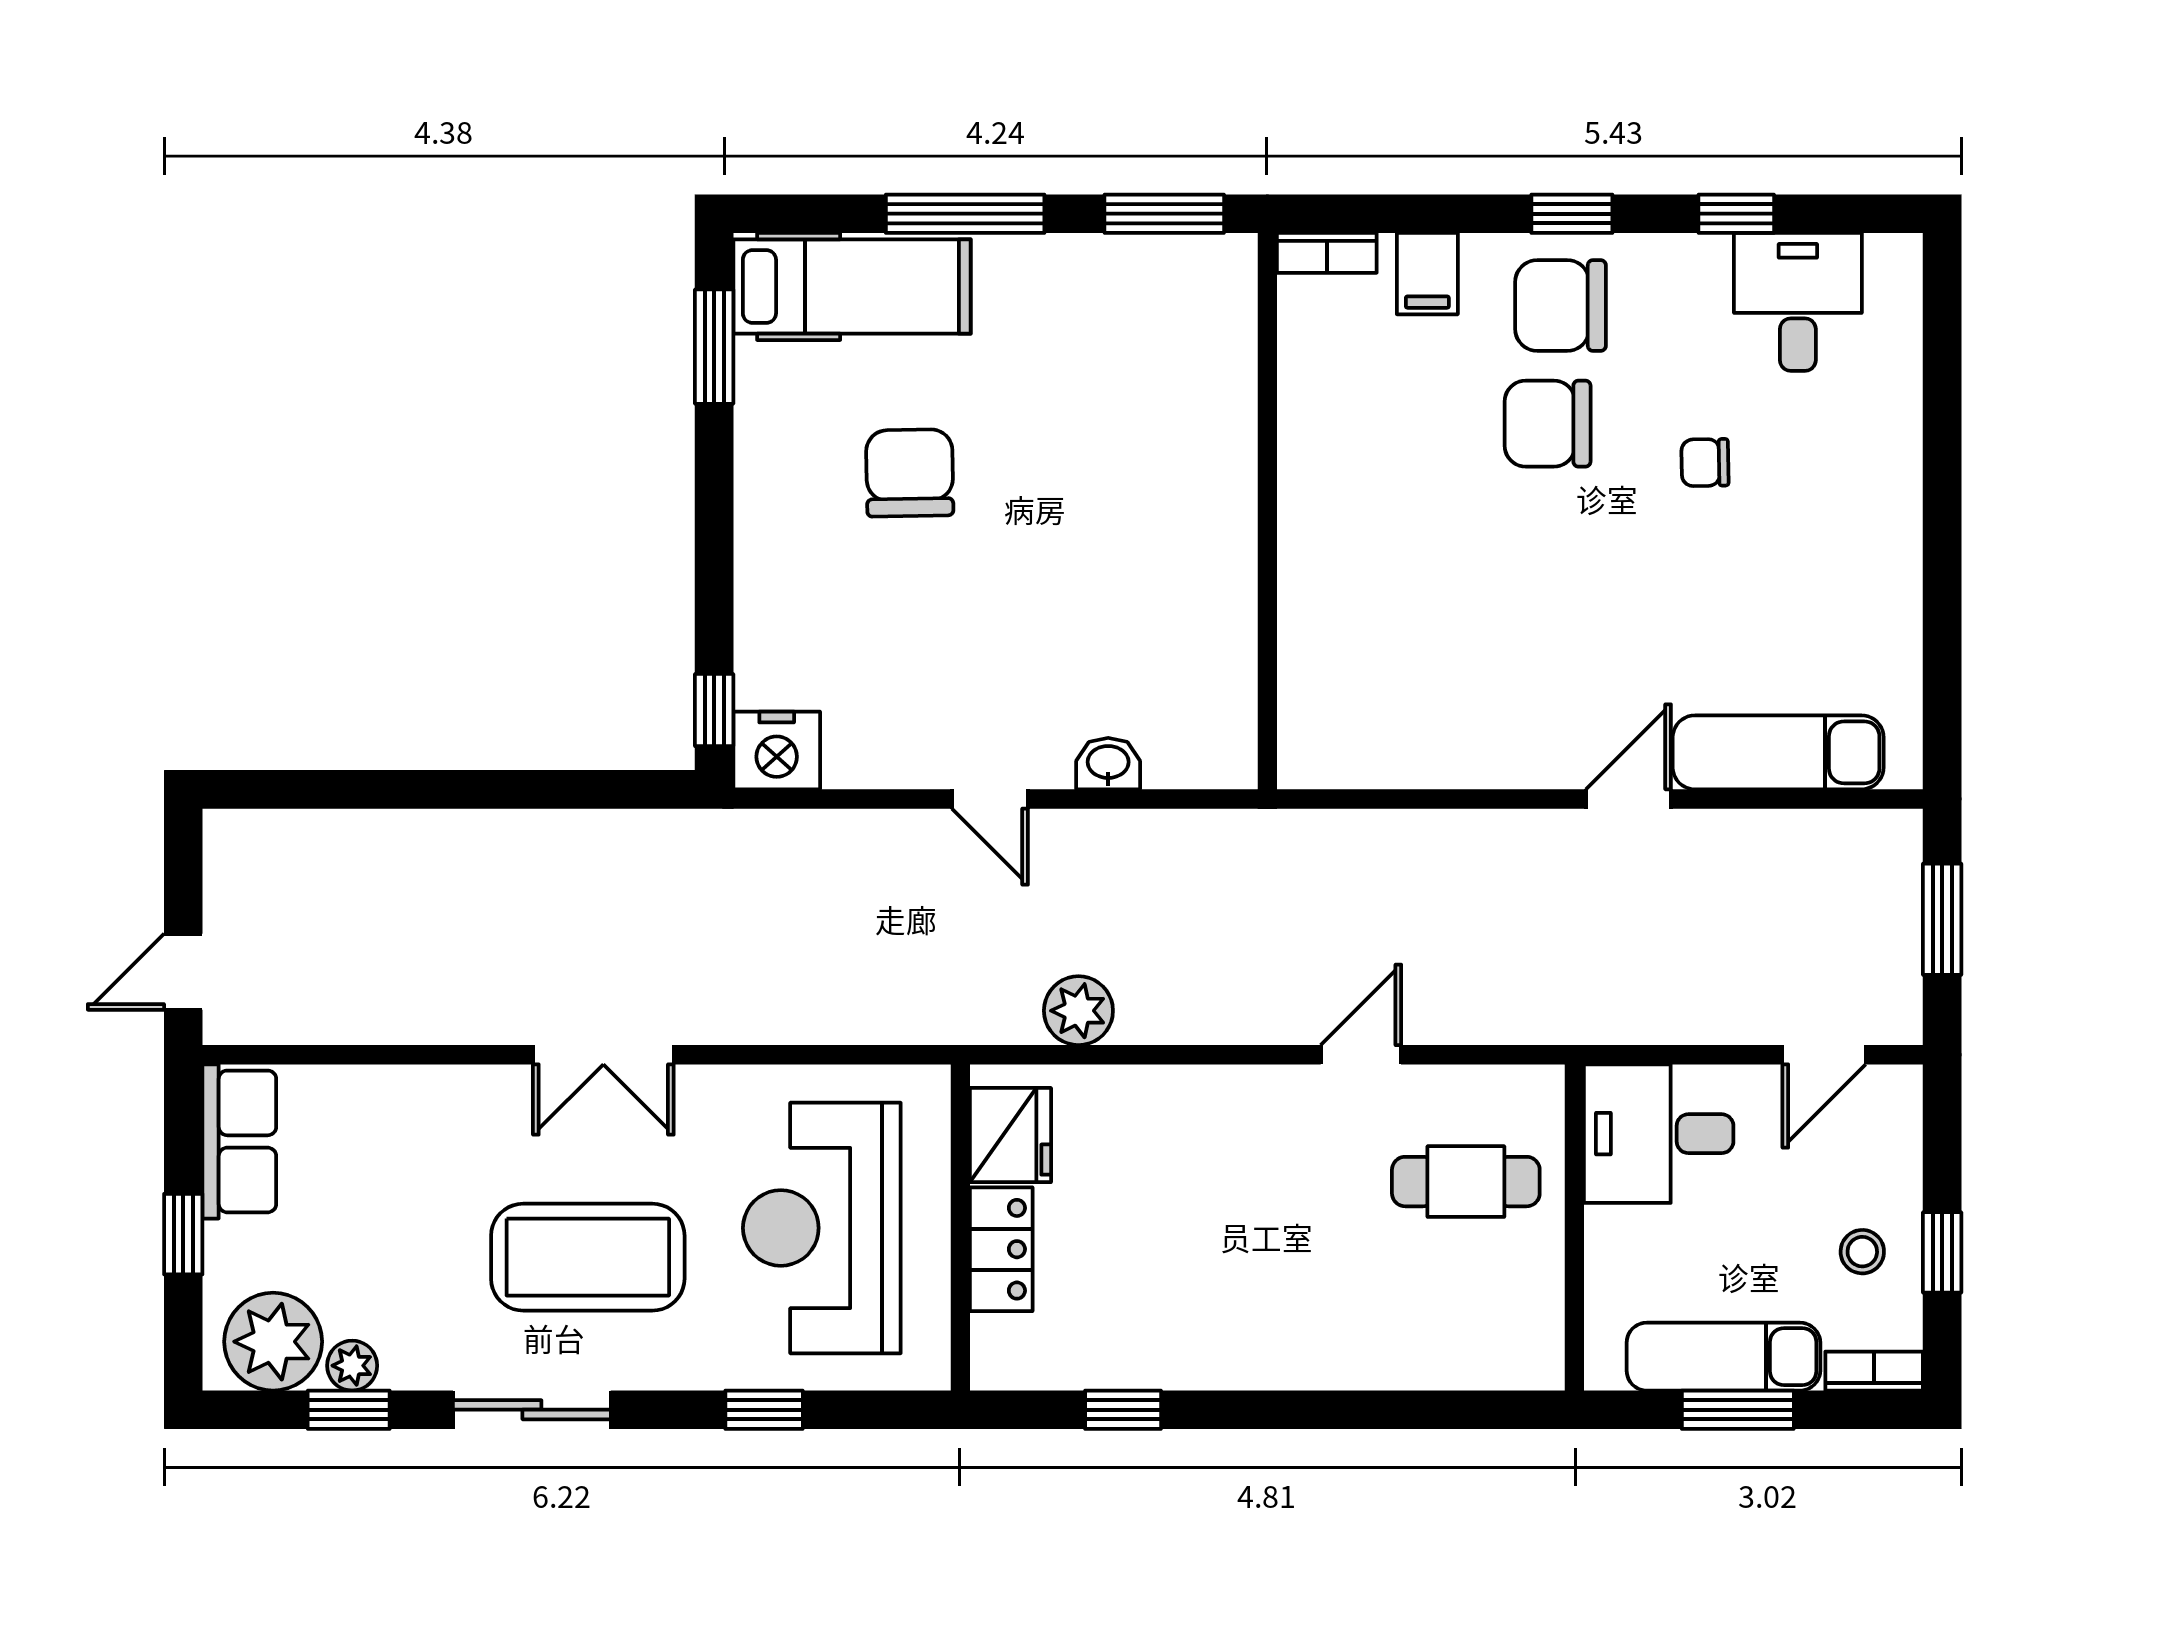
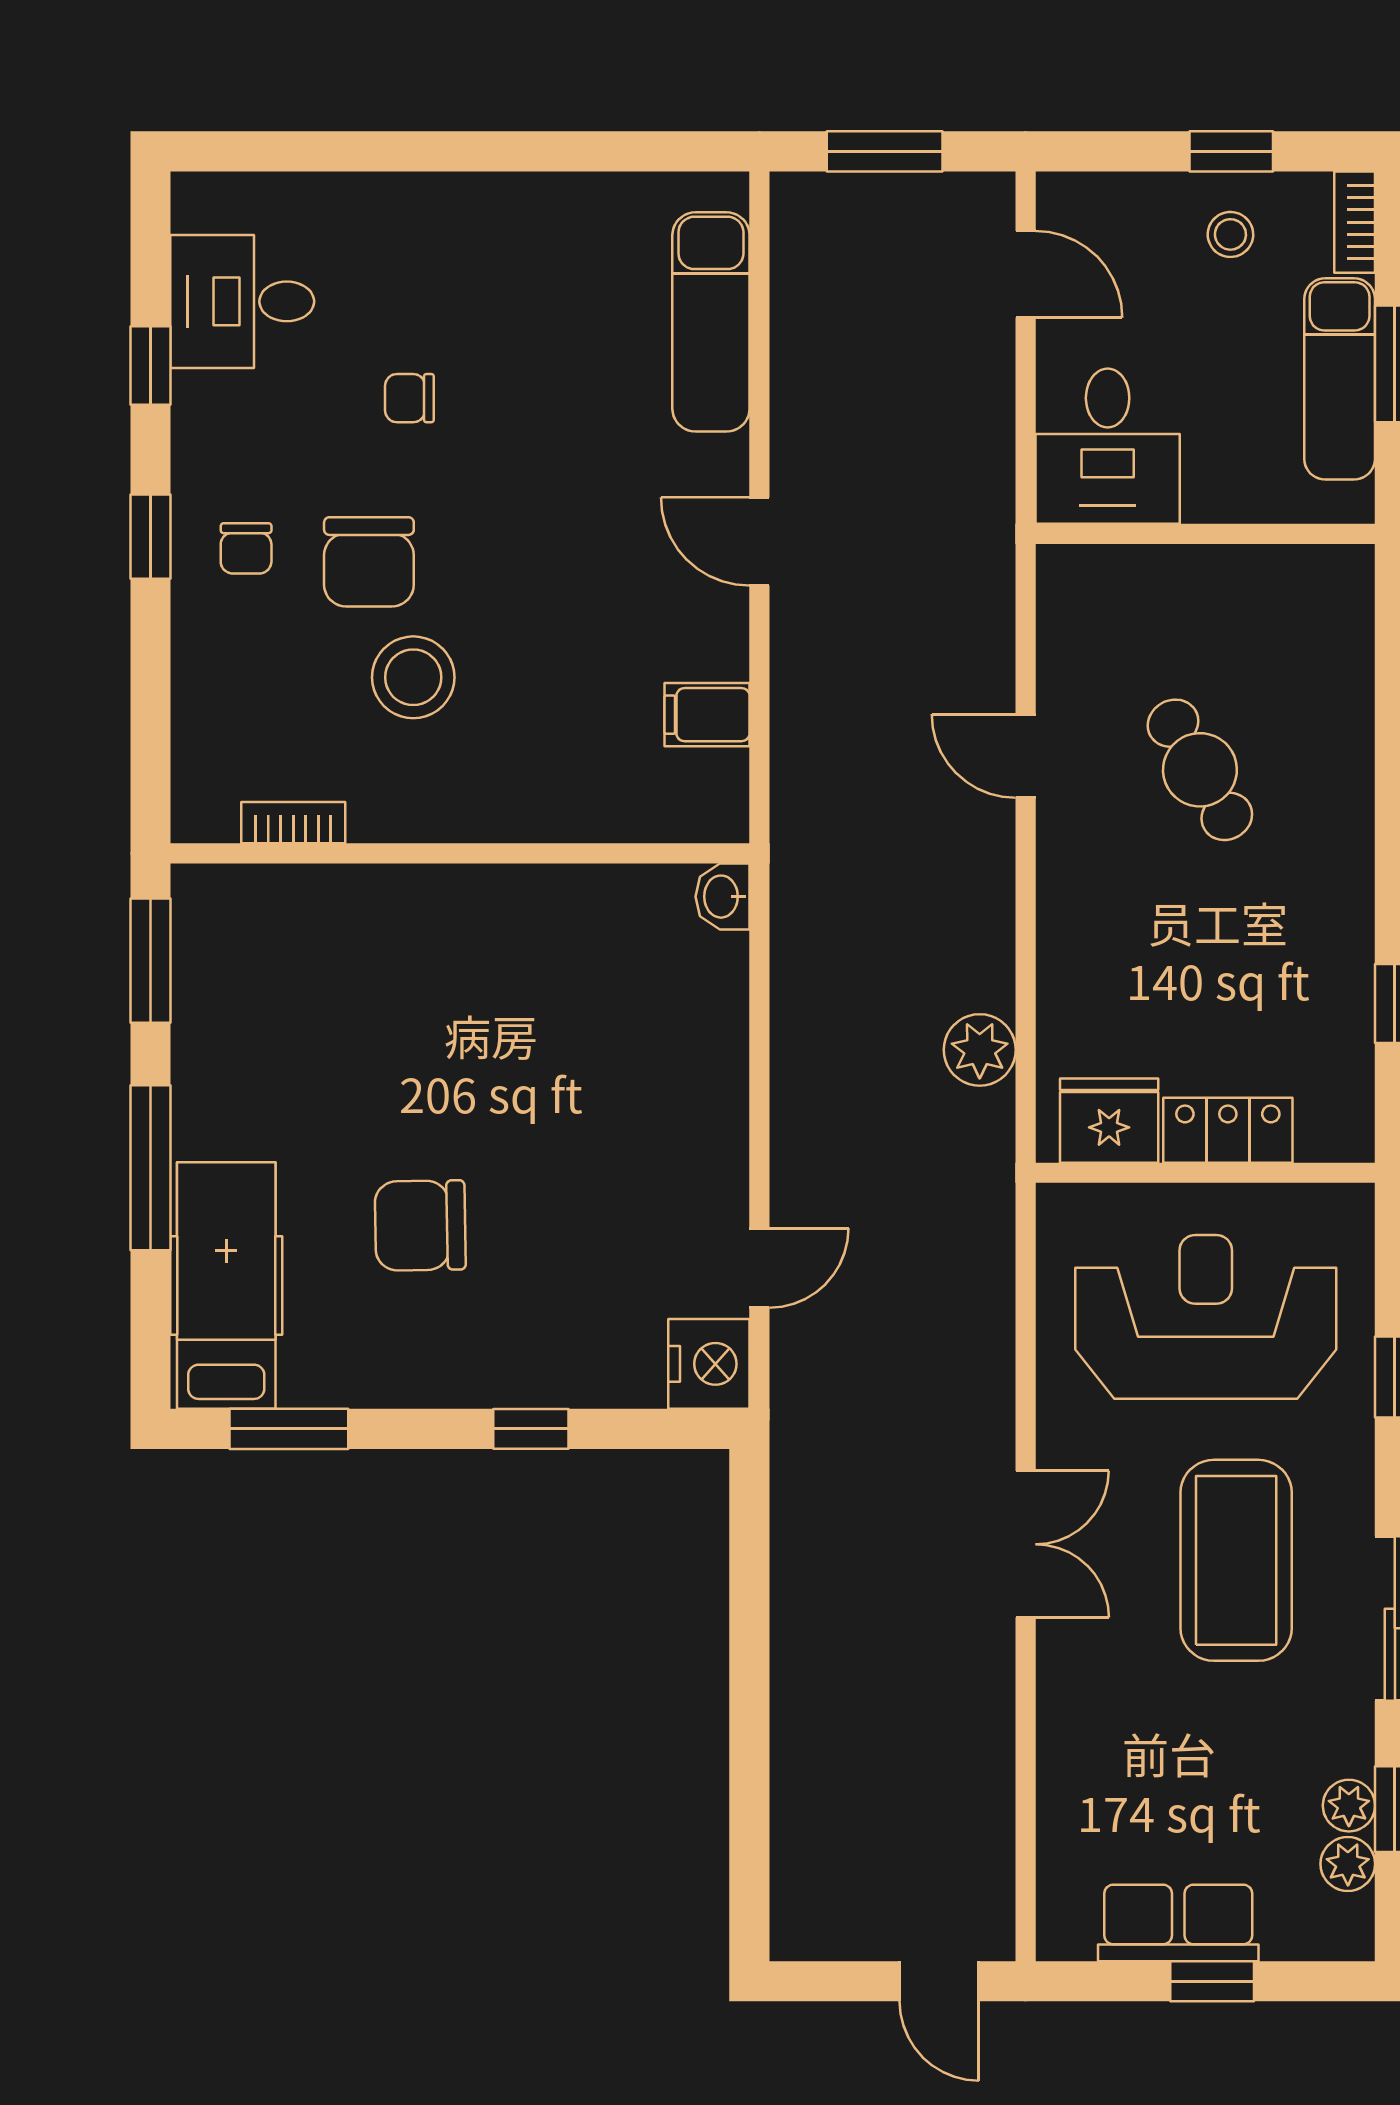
bookcase: (1327, 253) -> (293, 823), moved, turned -90
filing cabinet: (1427, 274) -> (707, 715), moved, turned 180
chair: (1560, 306) -> (246, 548), width x0.54, depth x0.54
chair: (1705, 463) -> (409, 398), turned 91
stool: (1437, 466) -> (413, 677), added
window: (714, 710) -> (531, 1429), moved
washbasin: (1108, 764) -> (723, 897), moved
door: (990, 799) -> (759, 1268), moved
door: (1628, 799) -> (759, 541), moved
row of seats: (239, 1141) -> (1178, 1923), moved
cafe table: (1466, 1182) -> (1200, 770), moved, turned -30
reception desk: (822, 1228) -> (1206, 1317), turned 180
plant: (273, 1342) -> (1348, 1864), width x0.53, depth x0.53

